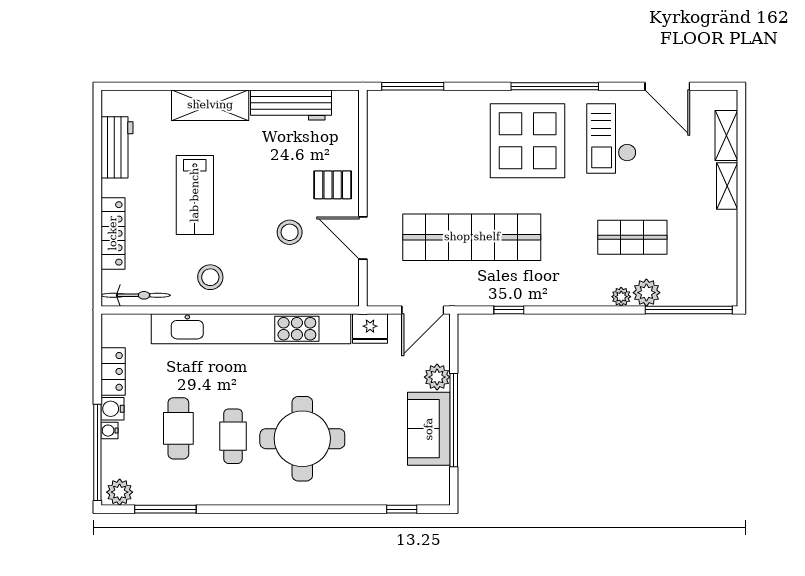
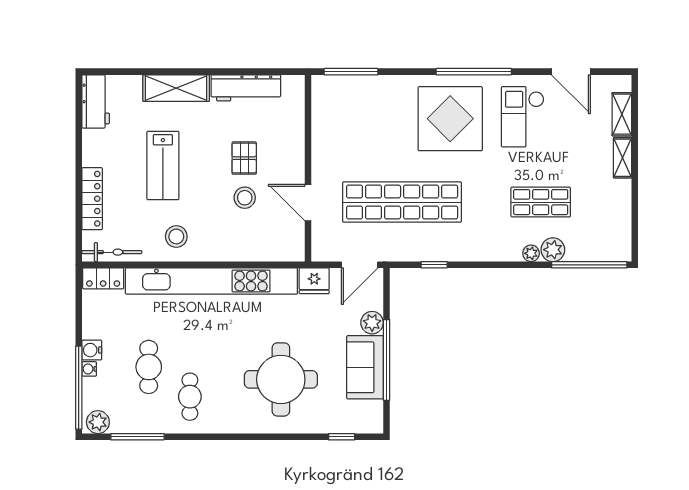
workbench: (117, 147) -> (96, 101), moved
pallet: (333, 185) -> (244, 158), moved, turned 90
locker: (113, 371) -> (103, 278), moved, turned 90
cafe table: (233, 436) -> (190, 397), moved
round table: (302, 439) -> (281, 379), moved

